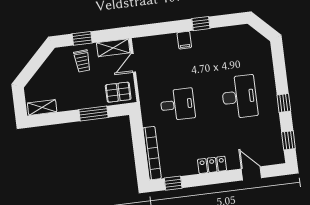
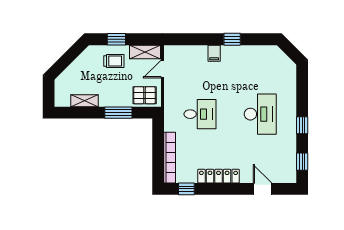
trolley: (82, 61) -> (114, 61), turned -86
shelving: (42, 107) -> (84, 101), moved
locker: (212, 165) -> (219, 176), width x1.53

